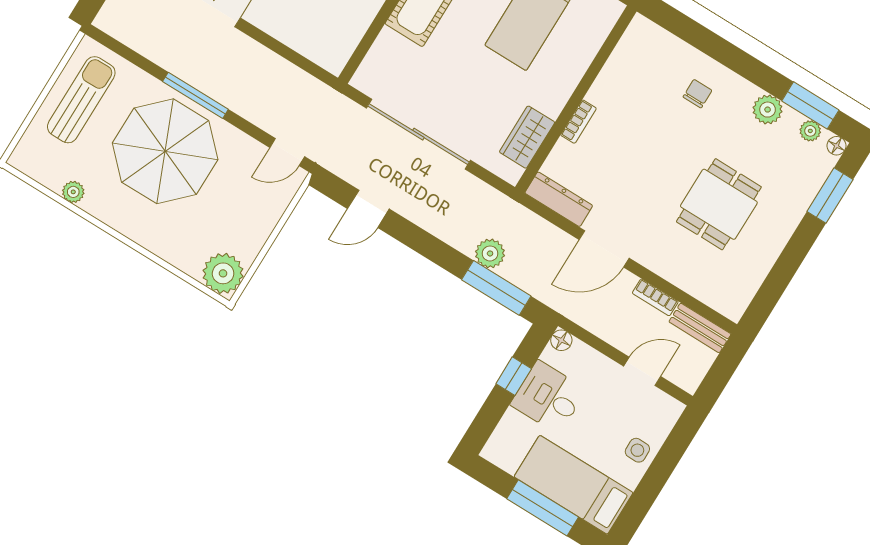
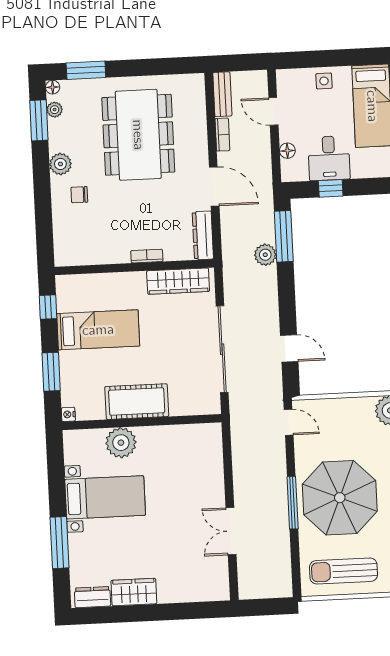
plant: (768, 110) -> (60, 164), moved
wardrobe: (527, 137) -> (178, 281), width x1.50
dining table: (719, 204) -> (138, 135), width x1.88, depth x1.24
floor lamp: (561, 340) -> (287, 151), moved

